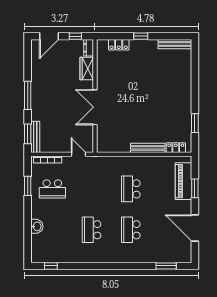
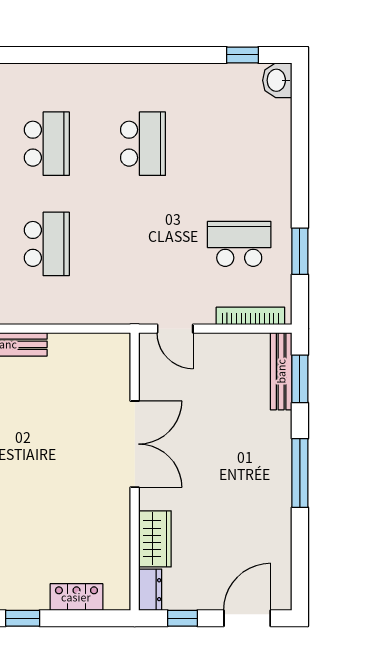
washbasin: (37, 226) -> (277, 80), moved

